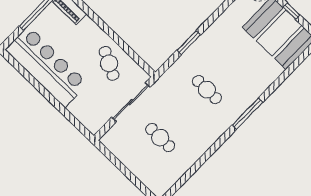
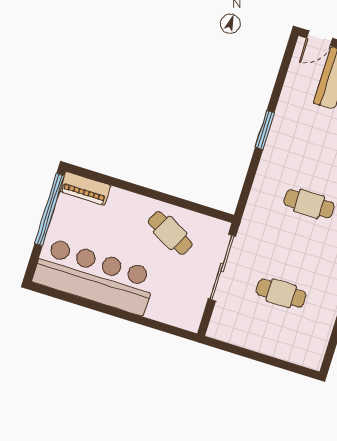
window: (189, 43) -> (265, 130), moved

